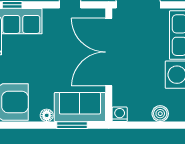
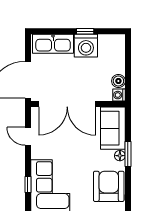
boiler: (160, 114) -> (118, 81), moved
window: (72, 125) -> (128, 154), moved

